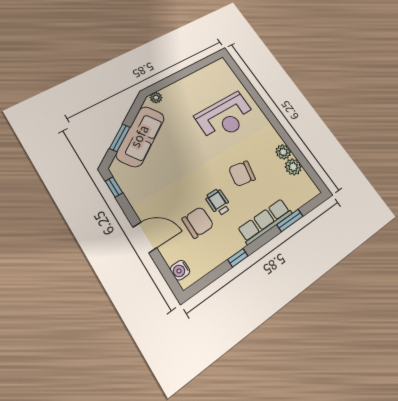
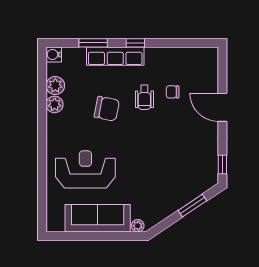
sofa: (140, 136) -> (98, 218), moved, turned 34
chair: (198, 222) -> (173, 92), width x0.54, depth x0.54
window: (238, 258) -> (135, 43), moved
water cooler: (180, 270) -> (54, 54), moved, turned 180

